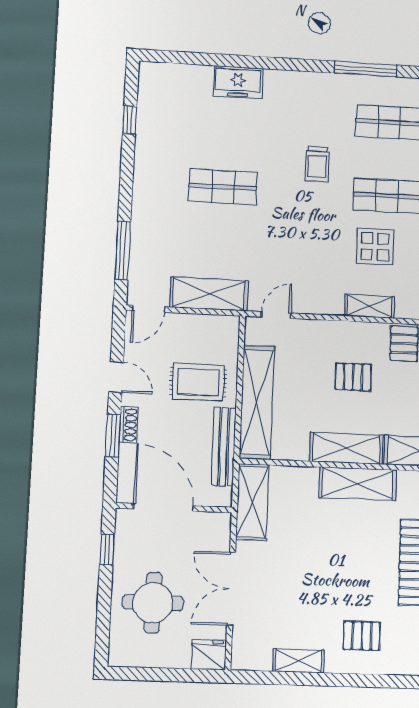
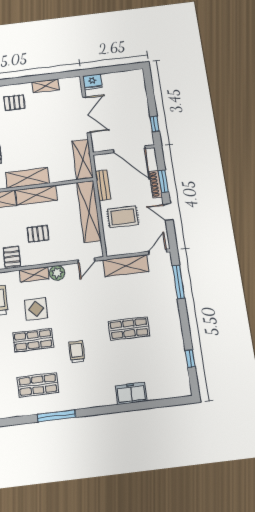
plant: (330, 302) -> (57, 273), added
shoe rack: (129, 425) -> (156, 184), width x1.43
bench: (224, 447) -> (103, 185), width x0.73
round table: (153, 603) -> (126, 102), removed

